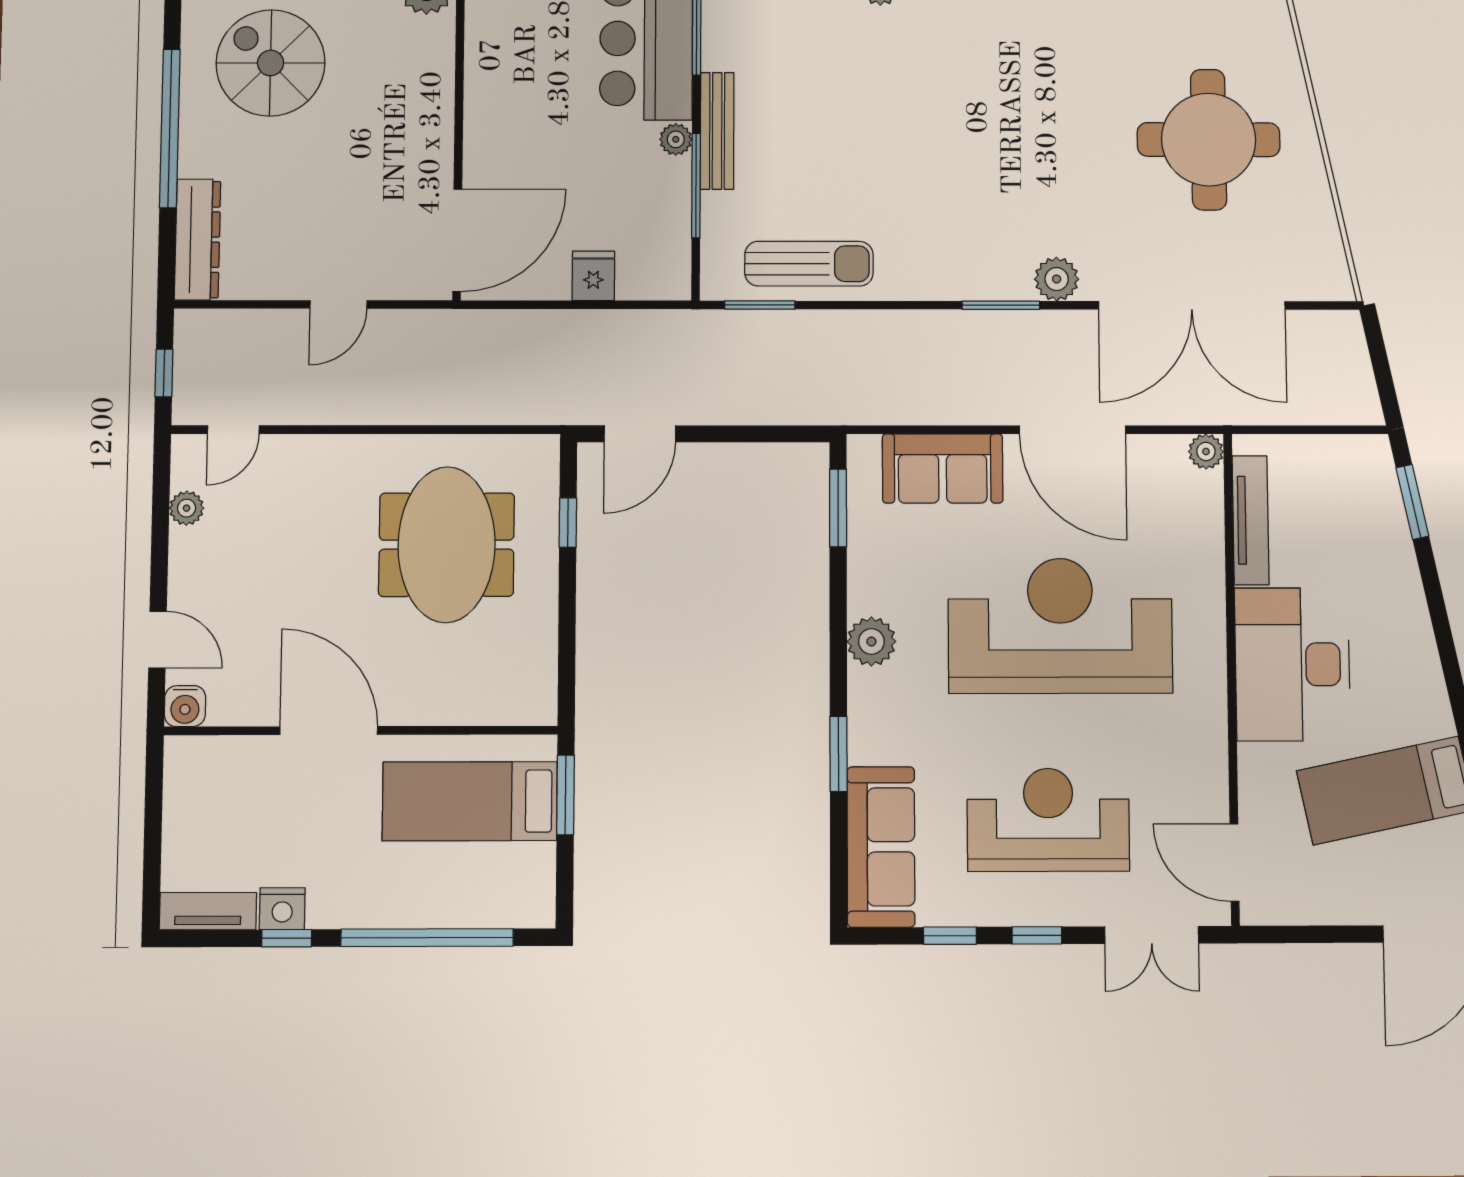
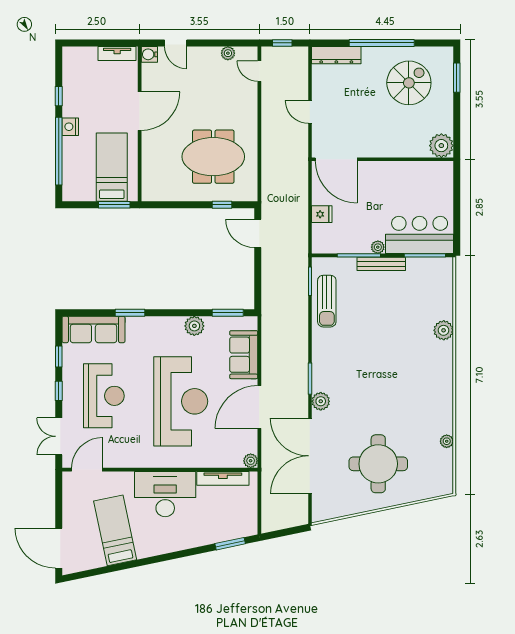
door: (157, 640) -> (176, 43), hinge flipped
plant: (871, 641) -> (194, 326), moved
nightstand: (282, 909) -> (70, 127), moved
tv unit: (208, 911) -> (117, 53), moved, turned 90

